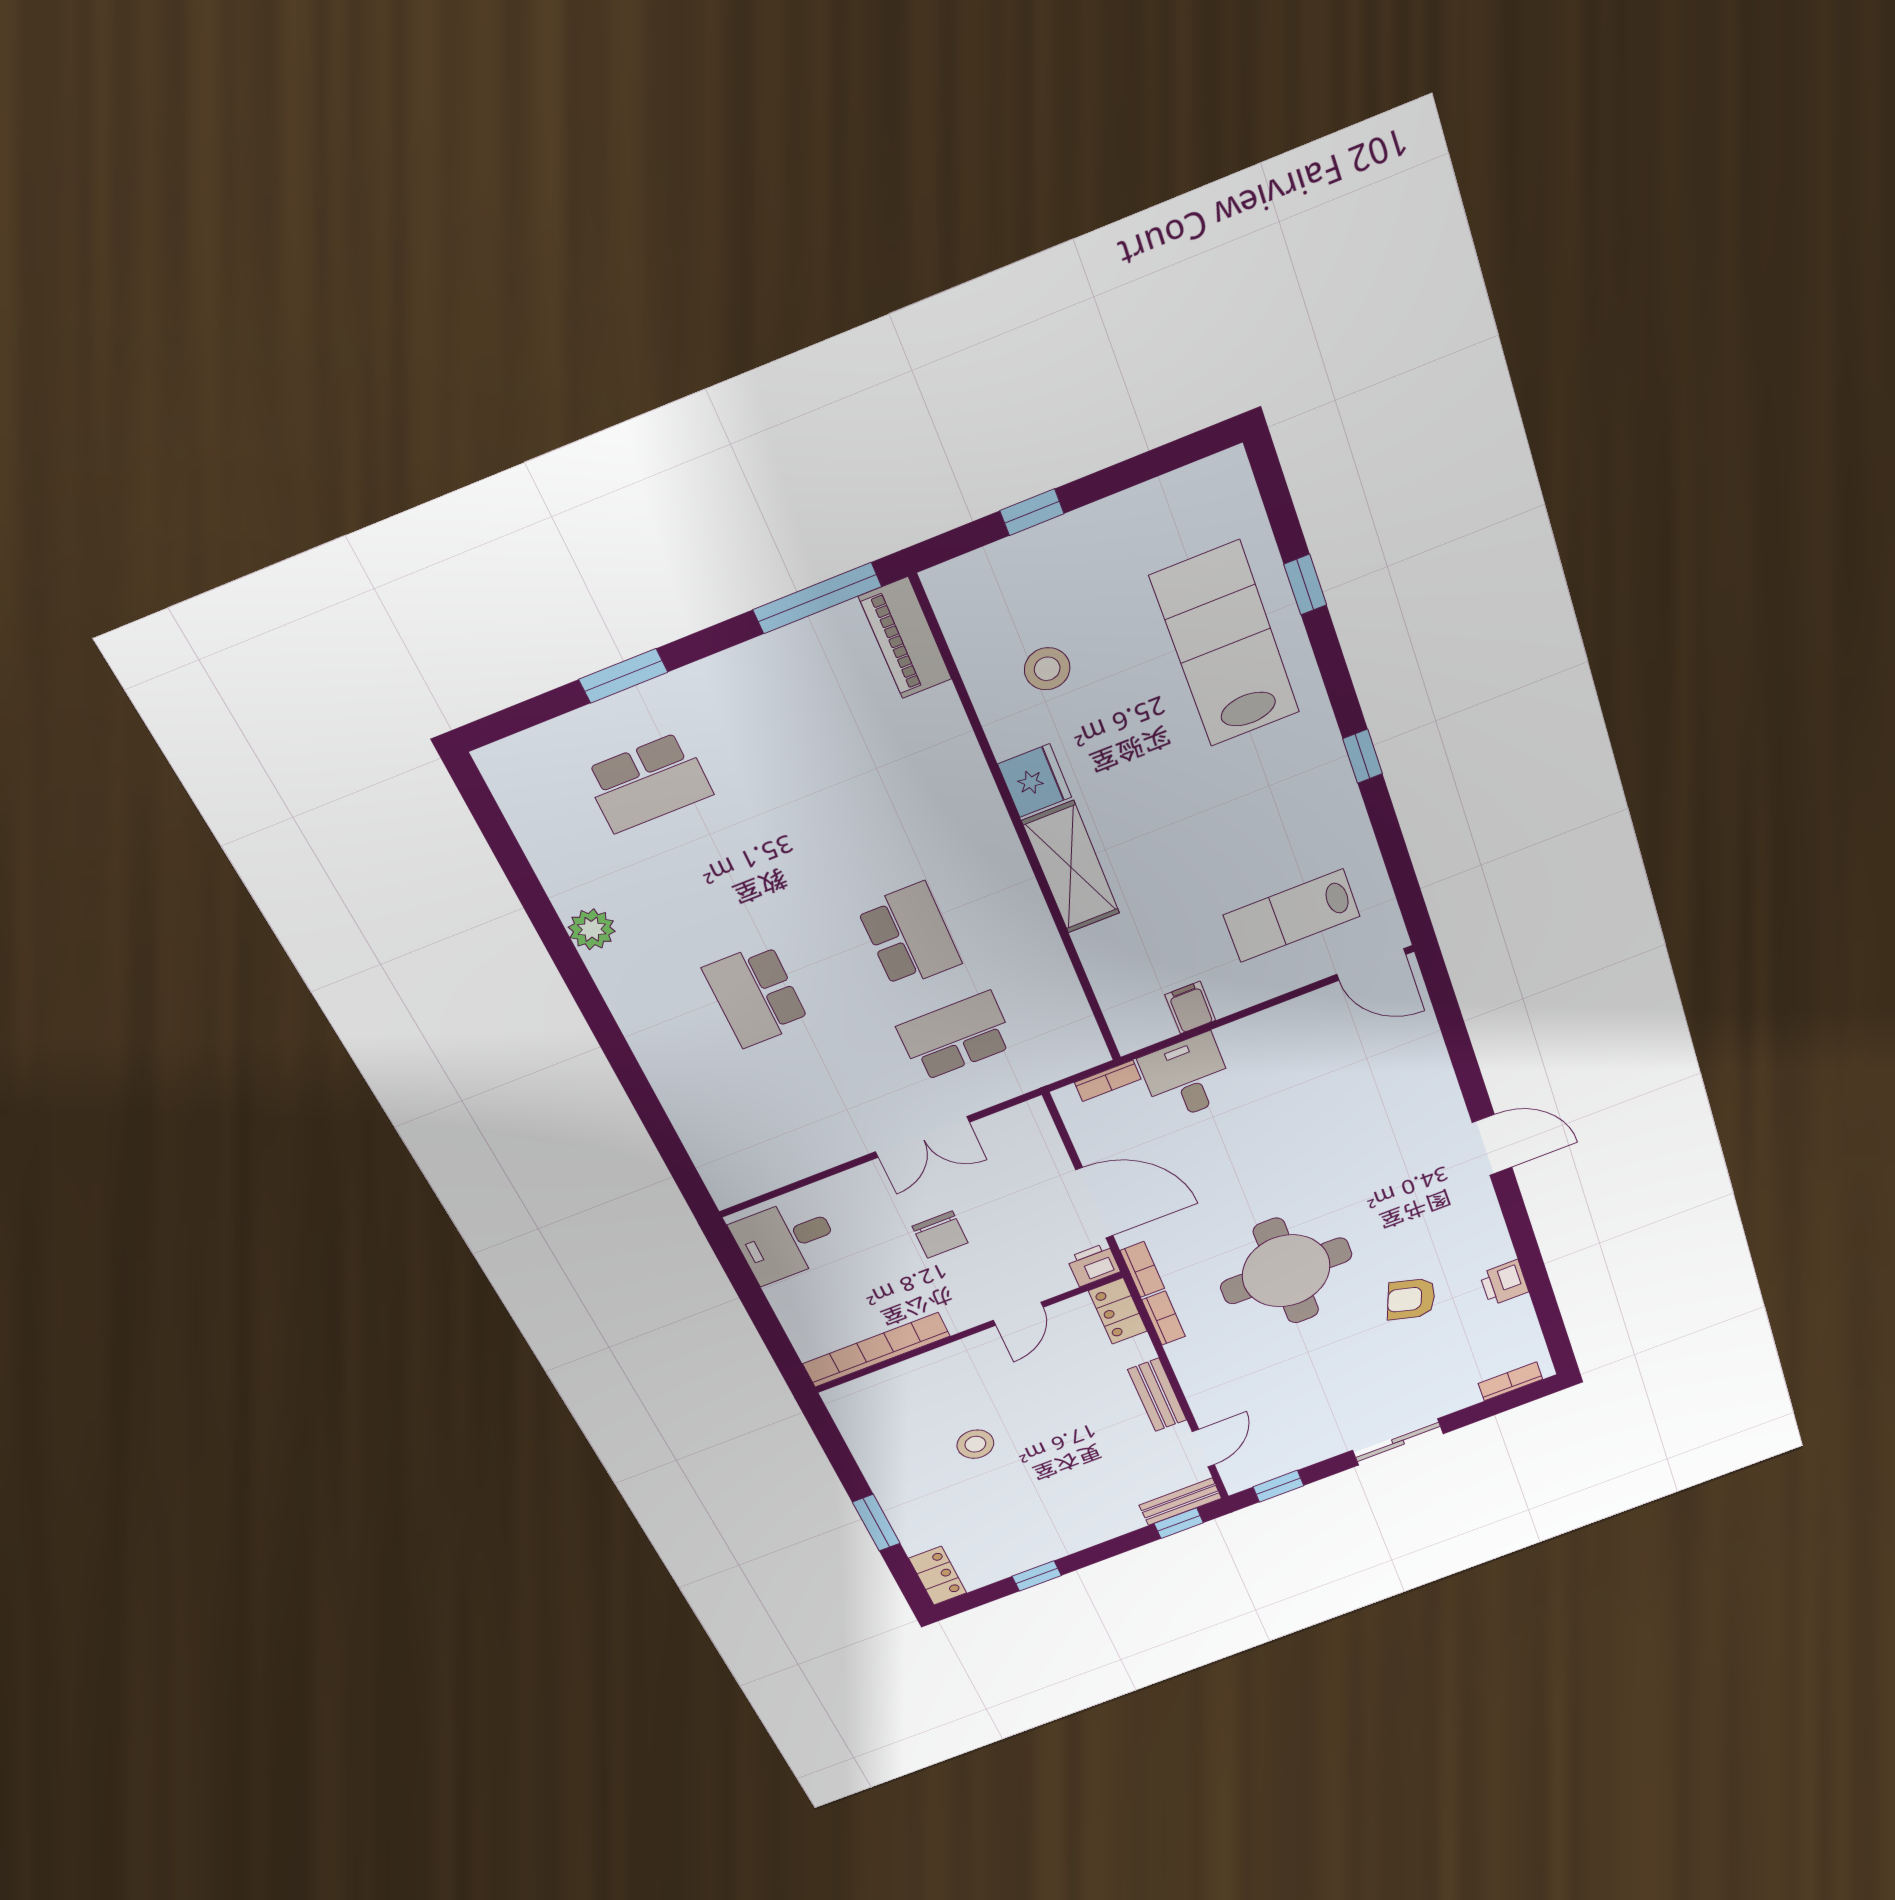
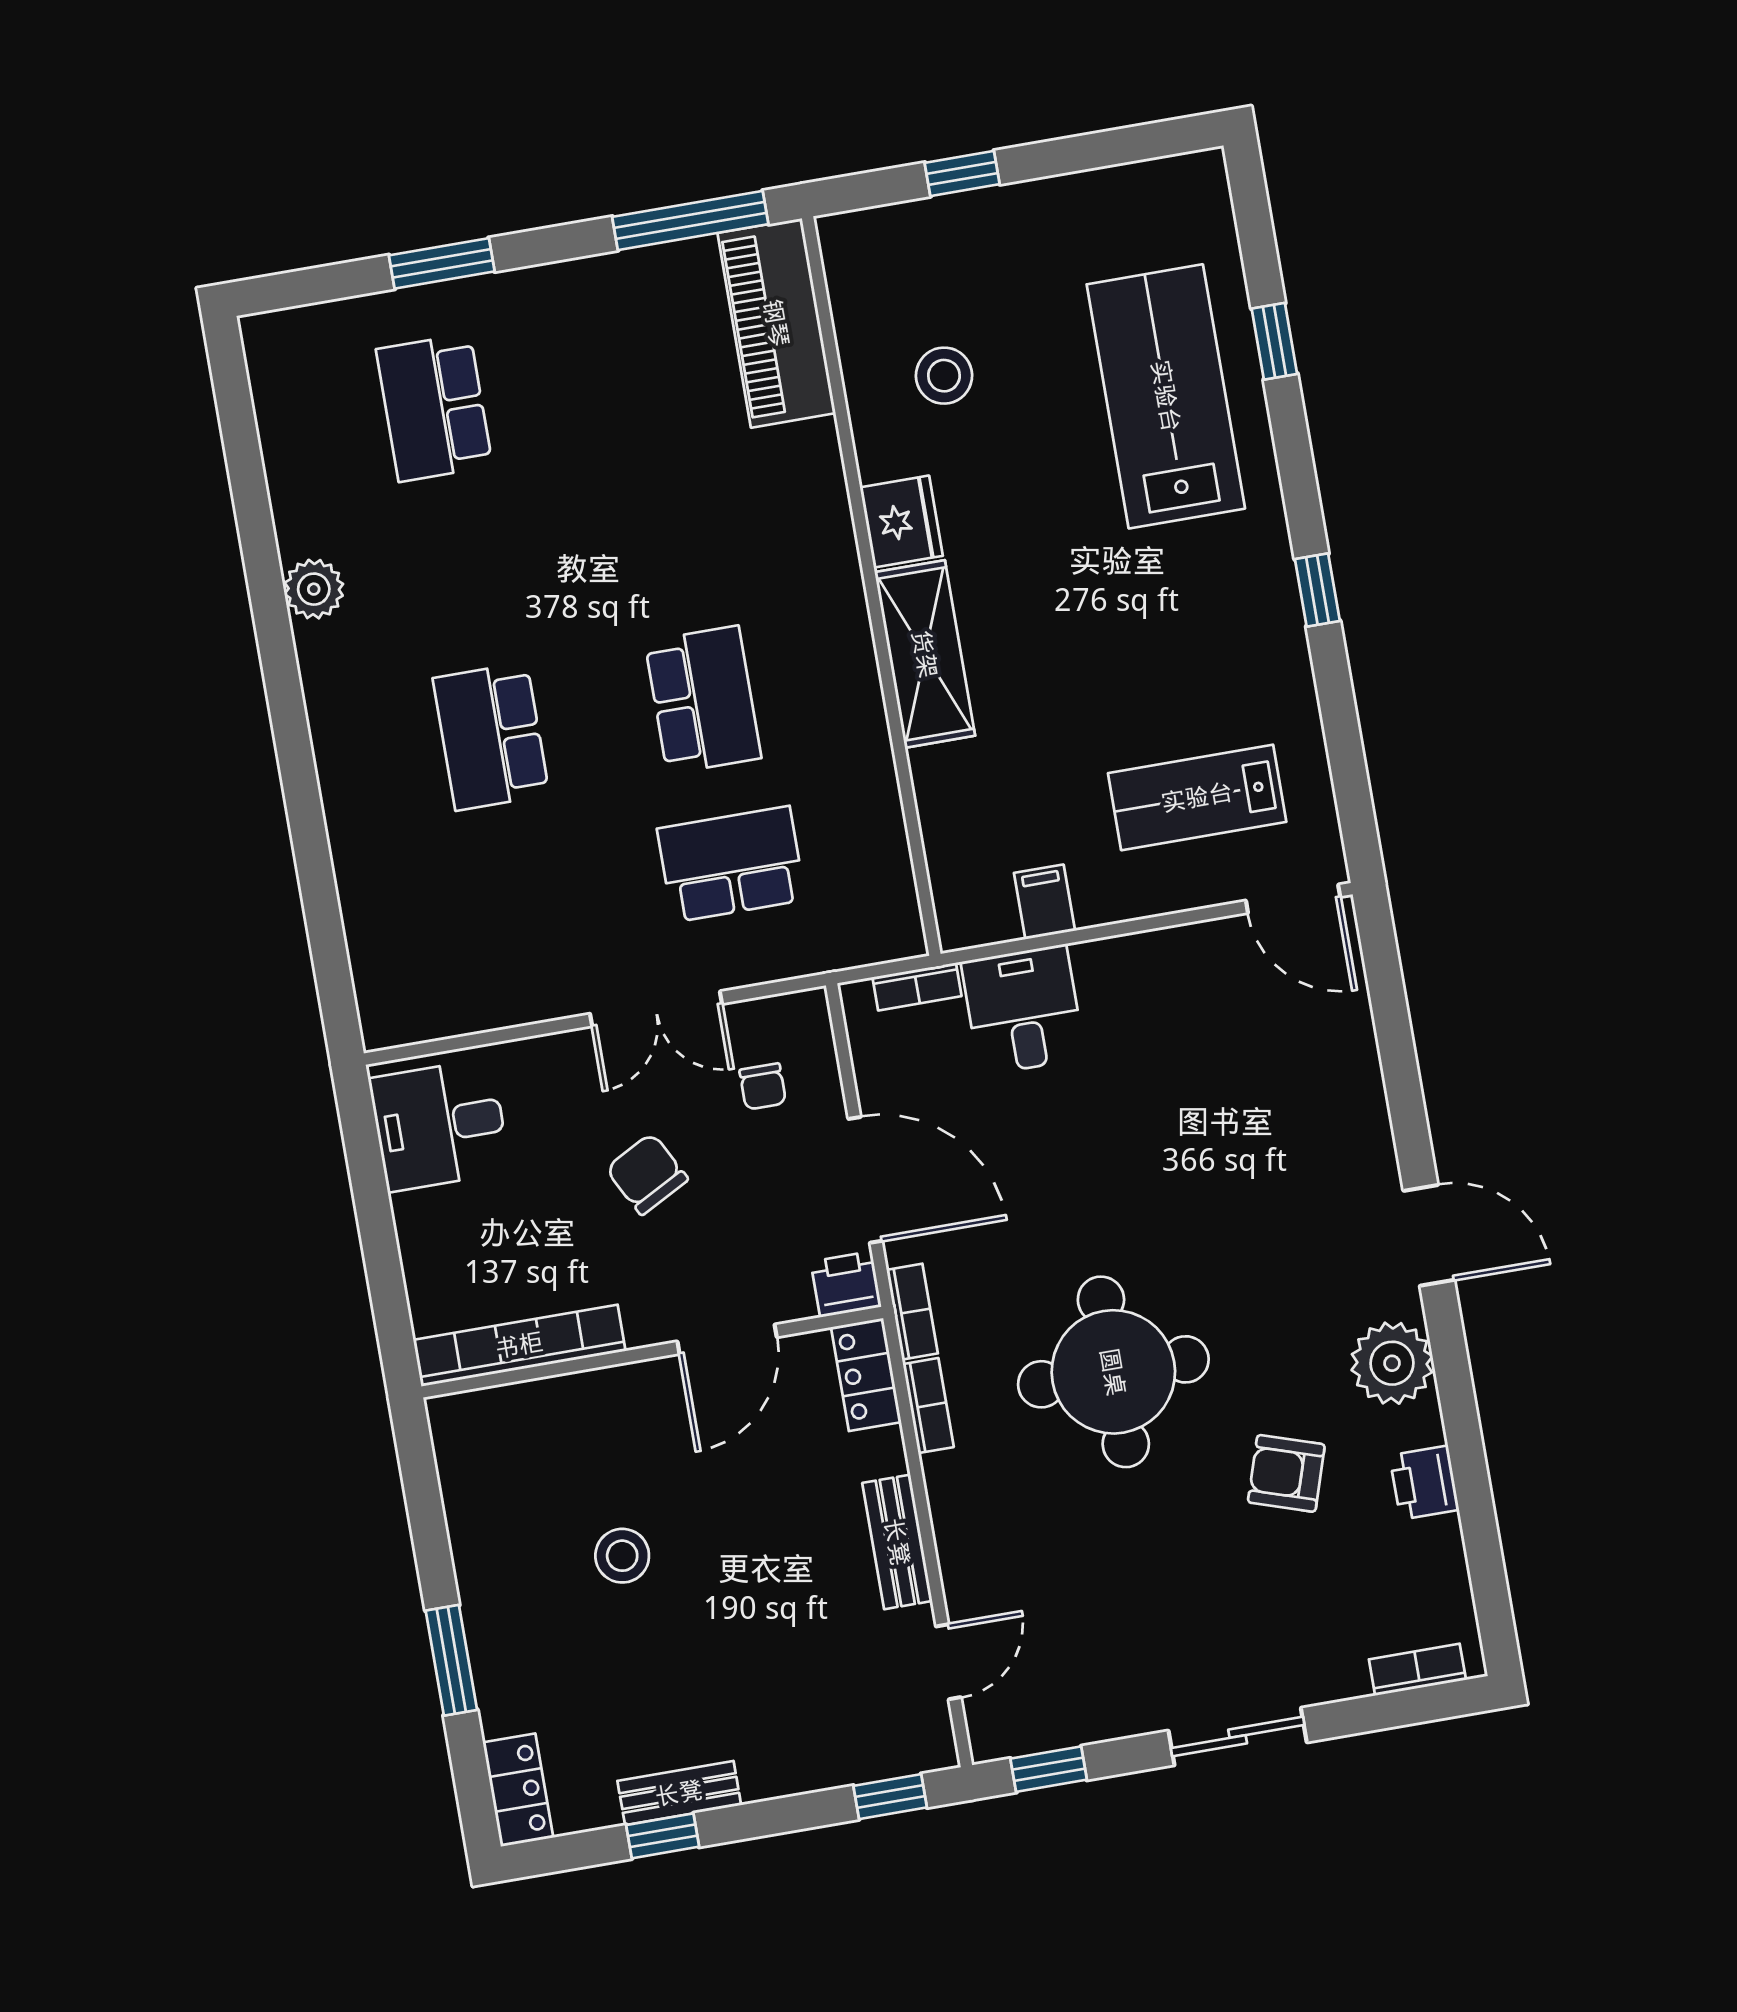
piano: (905, 638) -> (776, 323), width x1.37, depth x1.33
school desk: (648, 783) -> (434, 408), turned 90
chair: (1010, 1165) -> (763, 1086), added
plant: (1475, 1223) -> (1392, 1363), added
chair: (940, 1235) -> (647, 1174), turned 152
door: (1018, 1314) -> (727, 1339), width x1.38
bench: (1180, 1502) -> (679, 1793), moved

